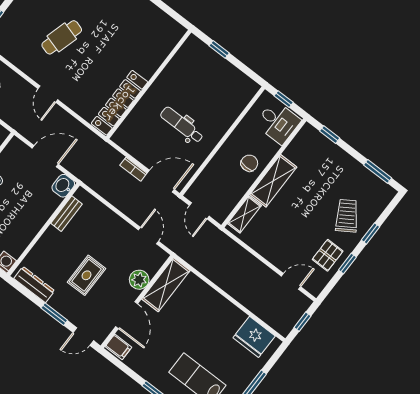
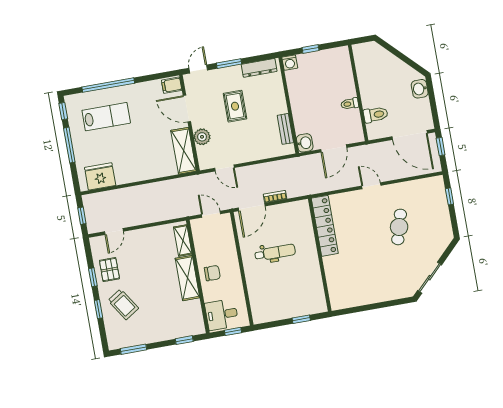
chair: (249, 163) -> (212, 273), turned -92

